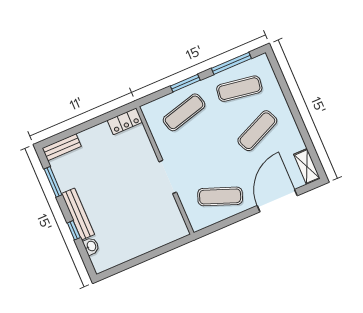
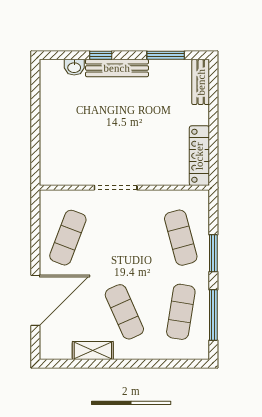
locker: (125, 121) -> (199, 156), width x1.53
shelving: (307, 166) -> (93, 351), moved
door: (277, 201) -> (35, 300), hinge flipped

